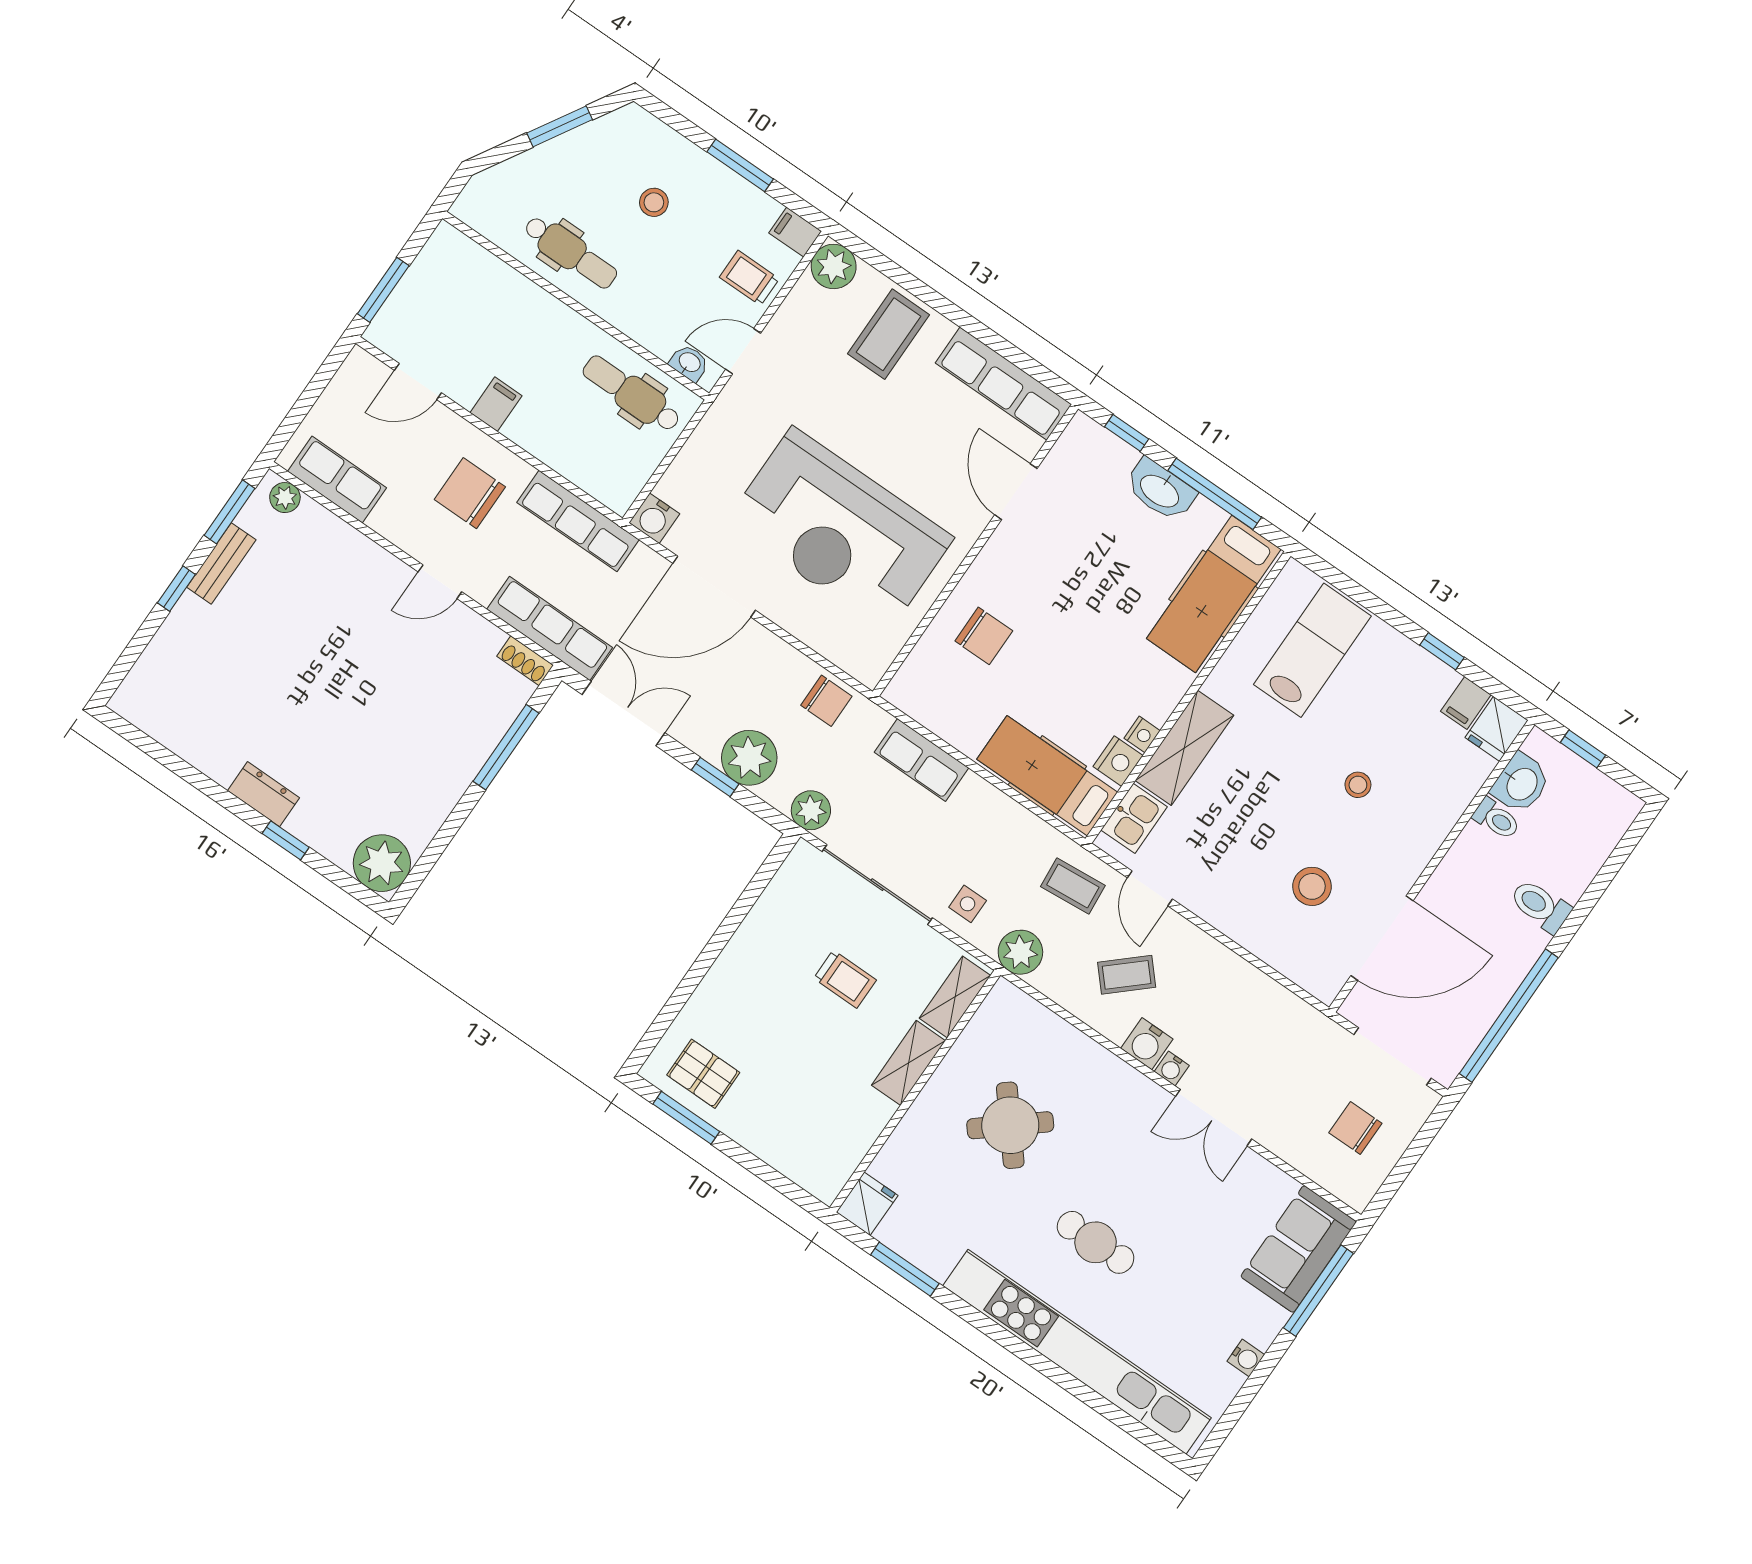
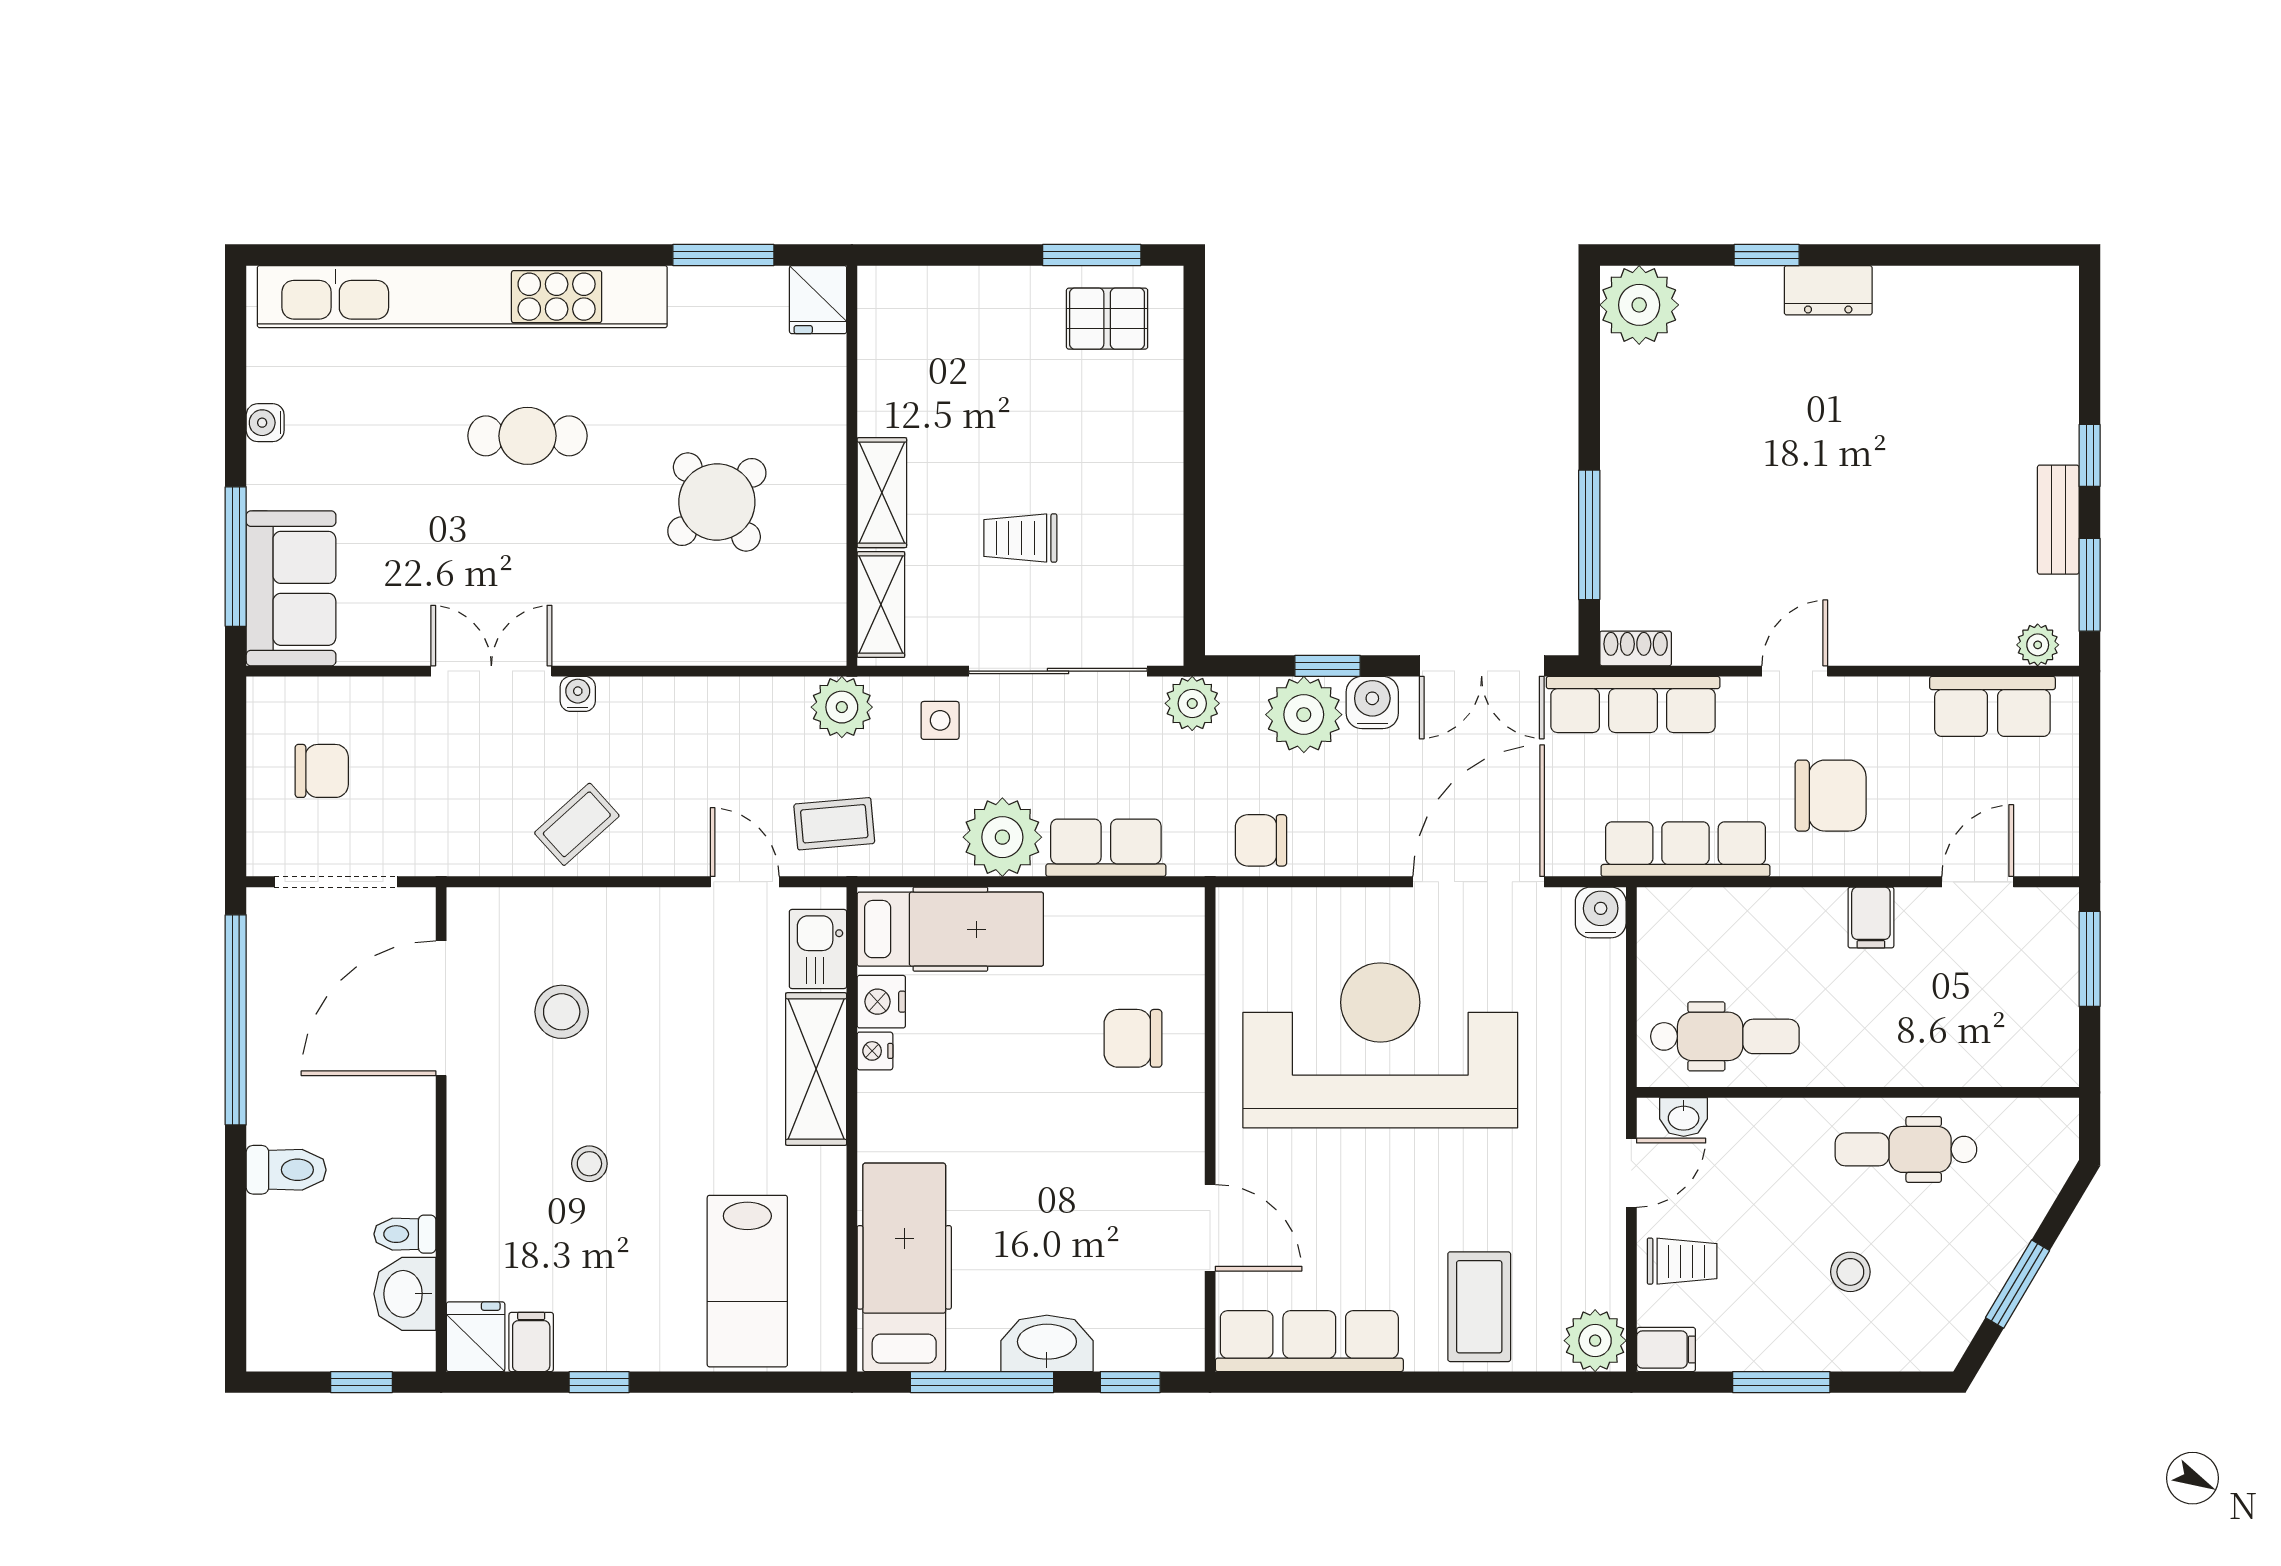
plant: (979, 809) -> (1002, 837), added
coffee table: (1127, 975) -> (577, 824), moved
water cooler: (1147, 1044) -> (1372, 702), moved

